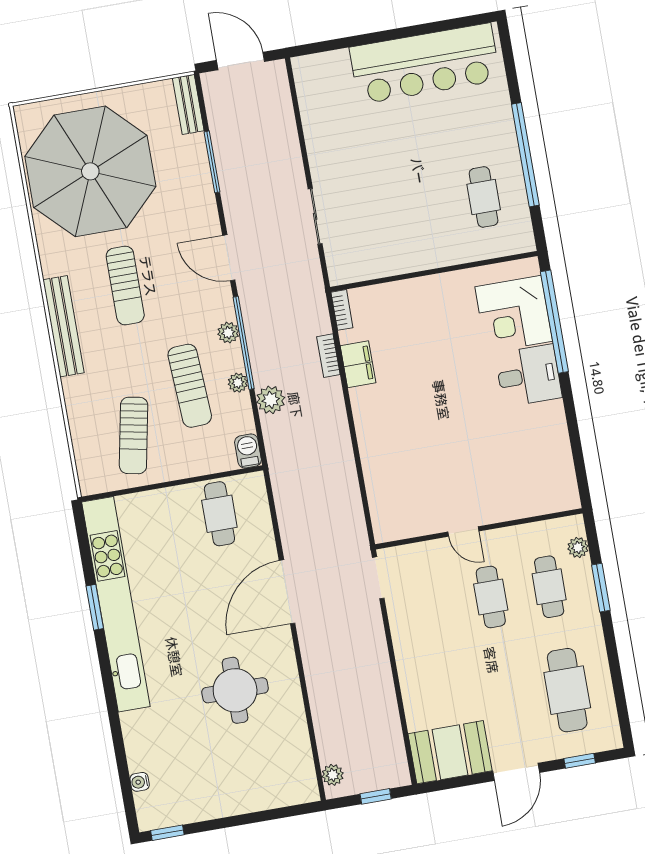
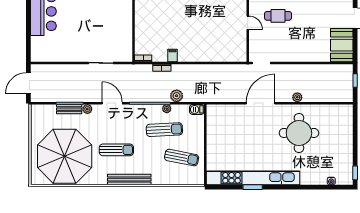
bench: (188, 104) -> (69, 109), moved
door: (229, 258) -> (112, 103), swing flipped
plant: (228, 333) -> (87, 109), moved
filing cabinet: (358, 364) -> (172, 56), width x0.50
cafe table: (219, 514) -> (222, 126), removed
door: (463, 532) -> (248, 23), hinge flipped
door: (287, 592) -> (260, 103), swing flipped
round table: (235, 690) -> (299, 133), width x1.36, depth x1.36
plant: (333, 775) -> (297, 97), moved

